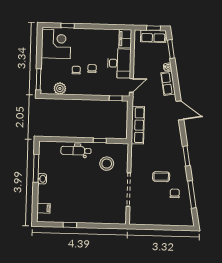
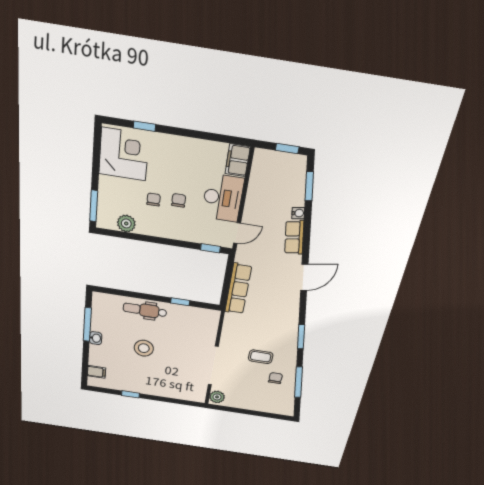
row of seats: (153, 36) -> (284, 162), removed
door: (180, 110) -> (304, 277), hinge flipped
stool: (107, 164) -> (144, 348), moved
plant: (135, 217) -> (217, 397), added

